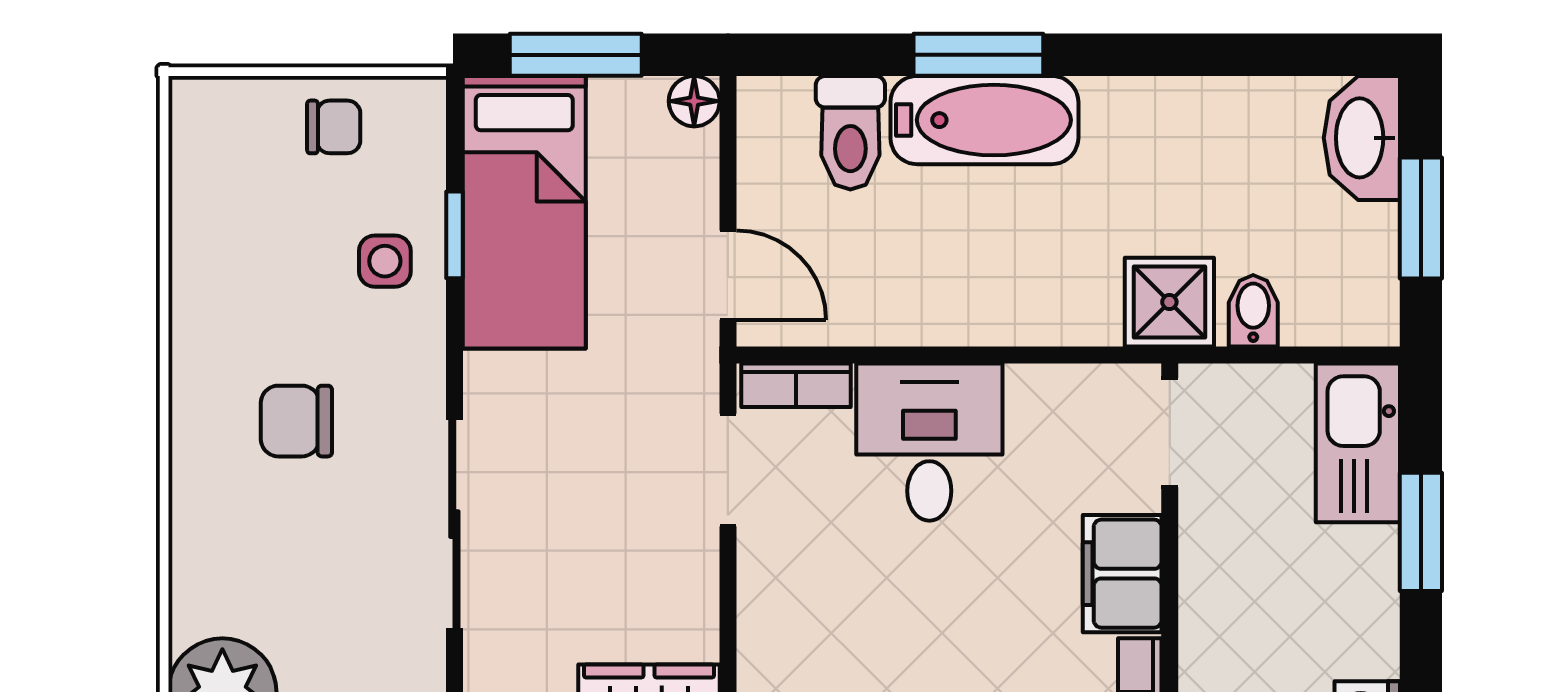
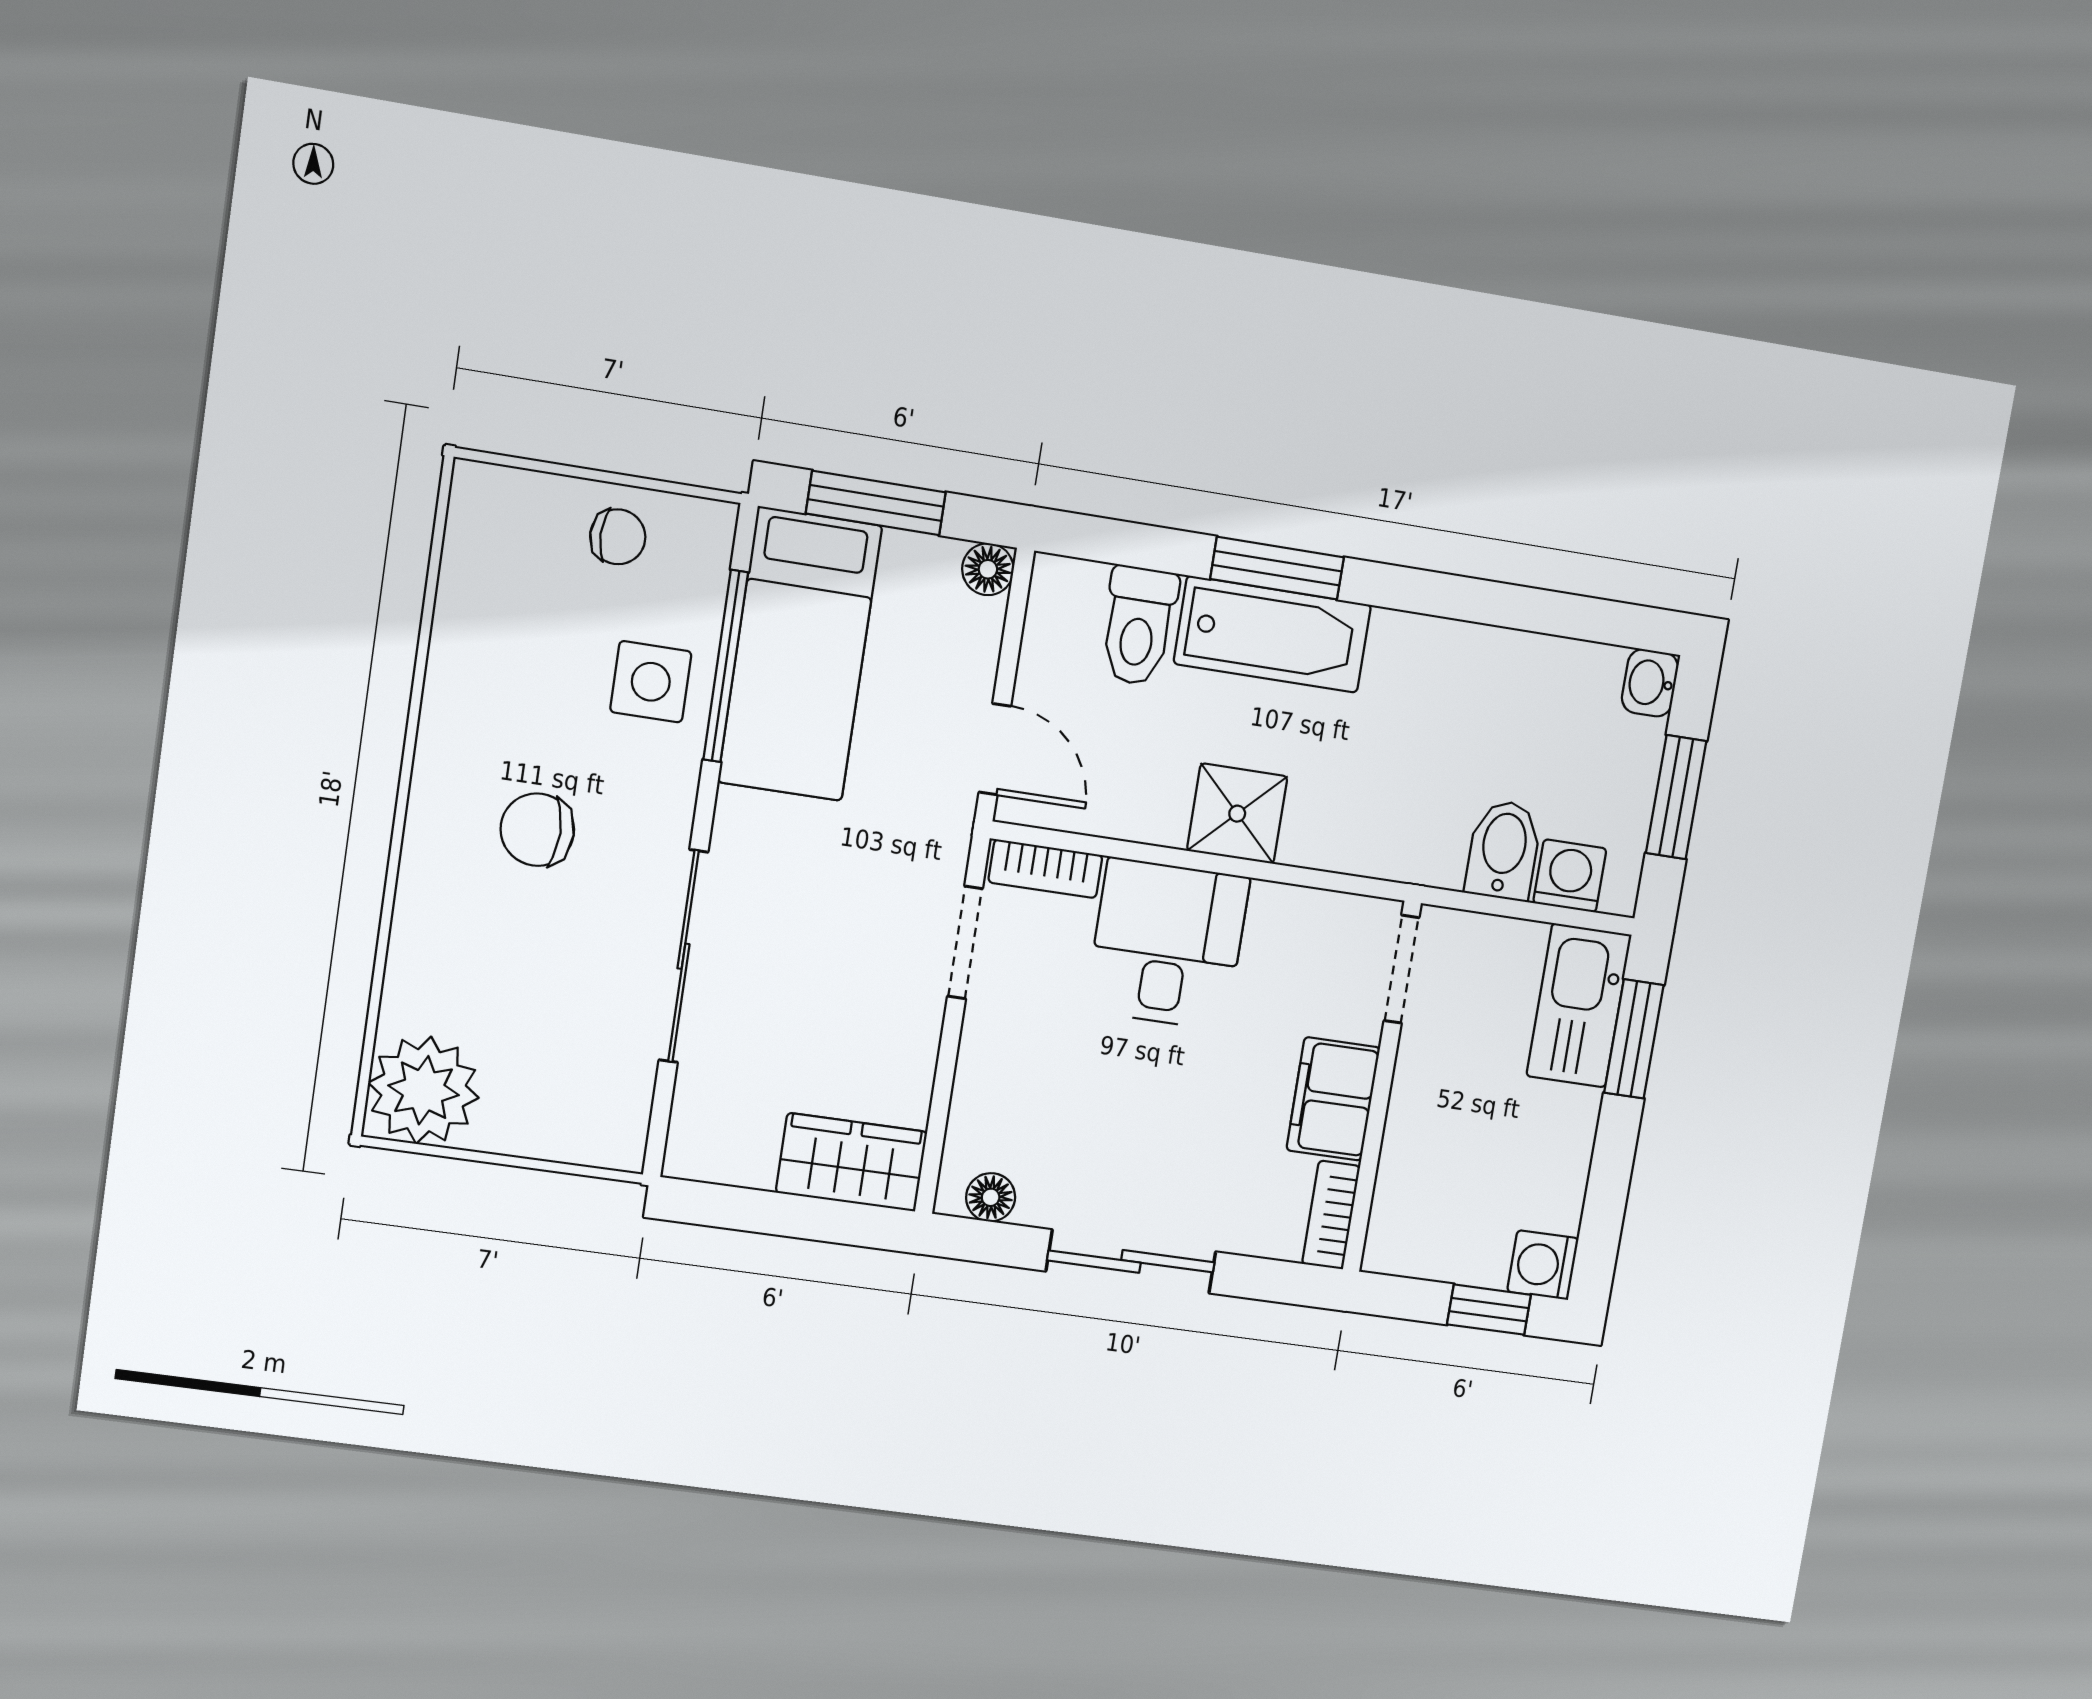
washbasin: (1362, 138) -> (1650, 683), width x0.52, depth x0.69
window: (454, 235) -> (726, 666), width x2.17
side table: (385, 261) -> (651, 682), width x1.37, depth x1.37
shower: (1169, 302) -> (1237, 814), moved
bidet: (1253, 311) -> (1503, 850), width x1.38, depth x1.36
washing machine: (1326, 313) -> (1570, 876), added
window: (1421, 532) -> (1634, 1039), moved

